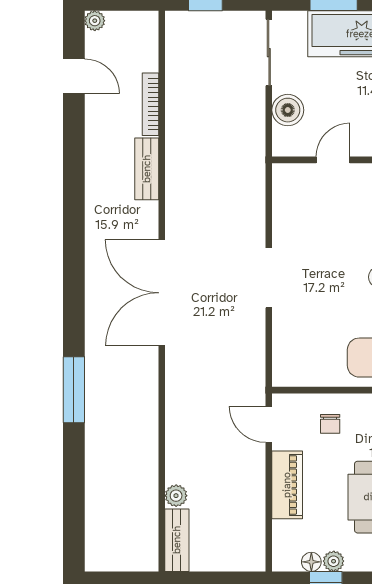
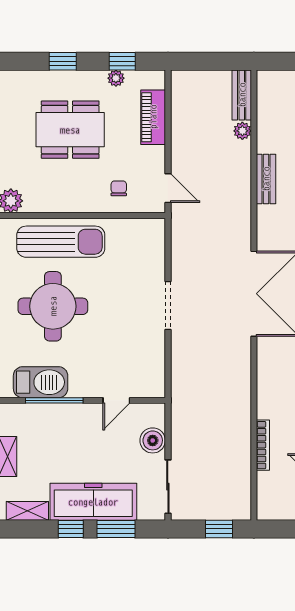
bench: (147, 169) -> (266, 179), moved
piano: (287, 485) -> (153, 117), moved
floor lamp: (311, 562) -> (134, 78), removed

